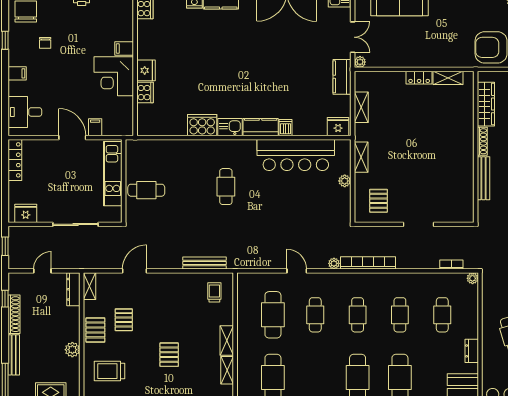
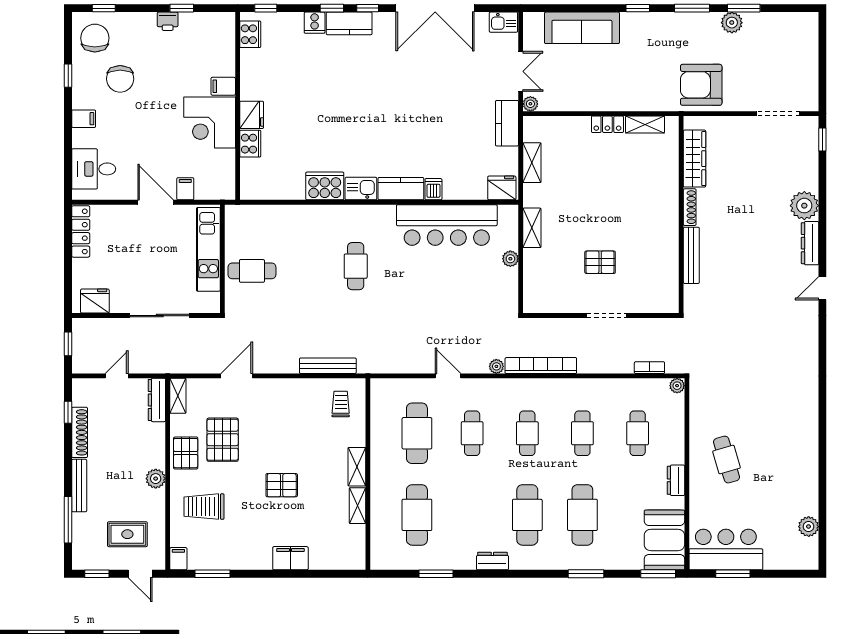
chair: (45, 43) -> (120, 79), width x1.87, depth x1.87
pallet: (379, 201) -> (600, 262), moved, turned 90
pallet: (124, 320) -> (223, 440), width x1.50, depth x1.42
pallet: (169, 355) -> (282, 485), turned 90

